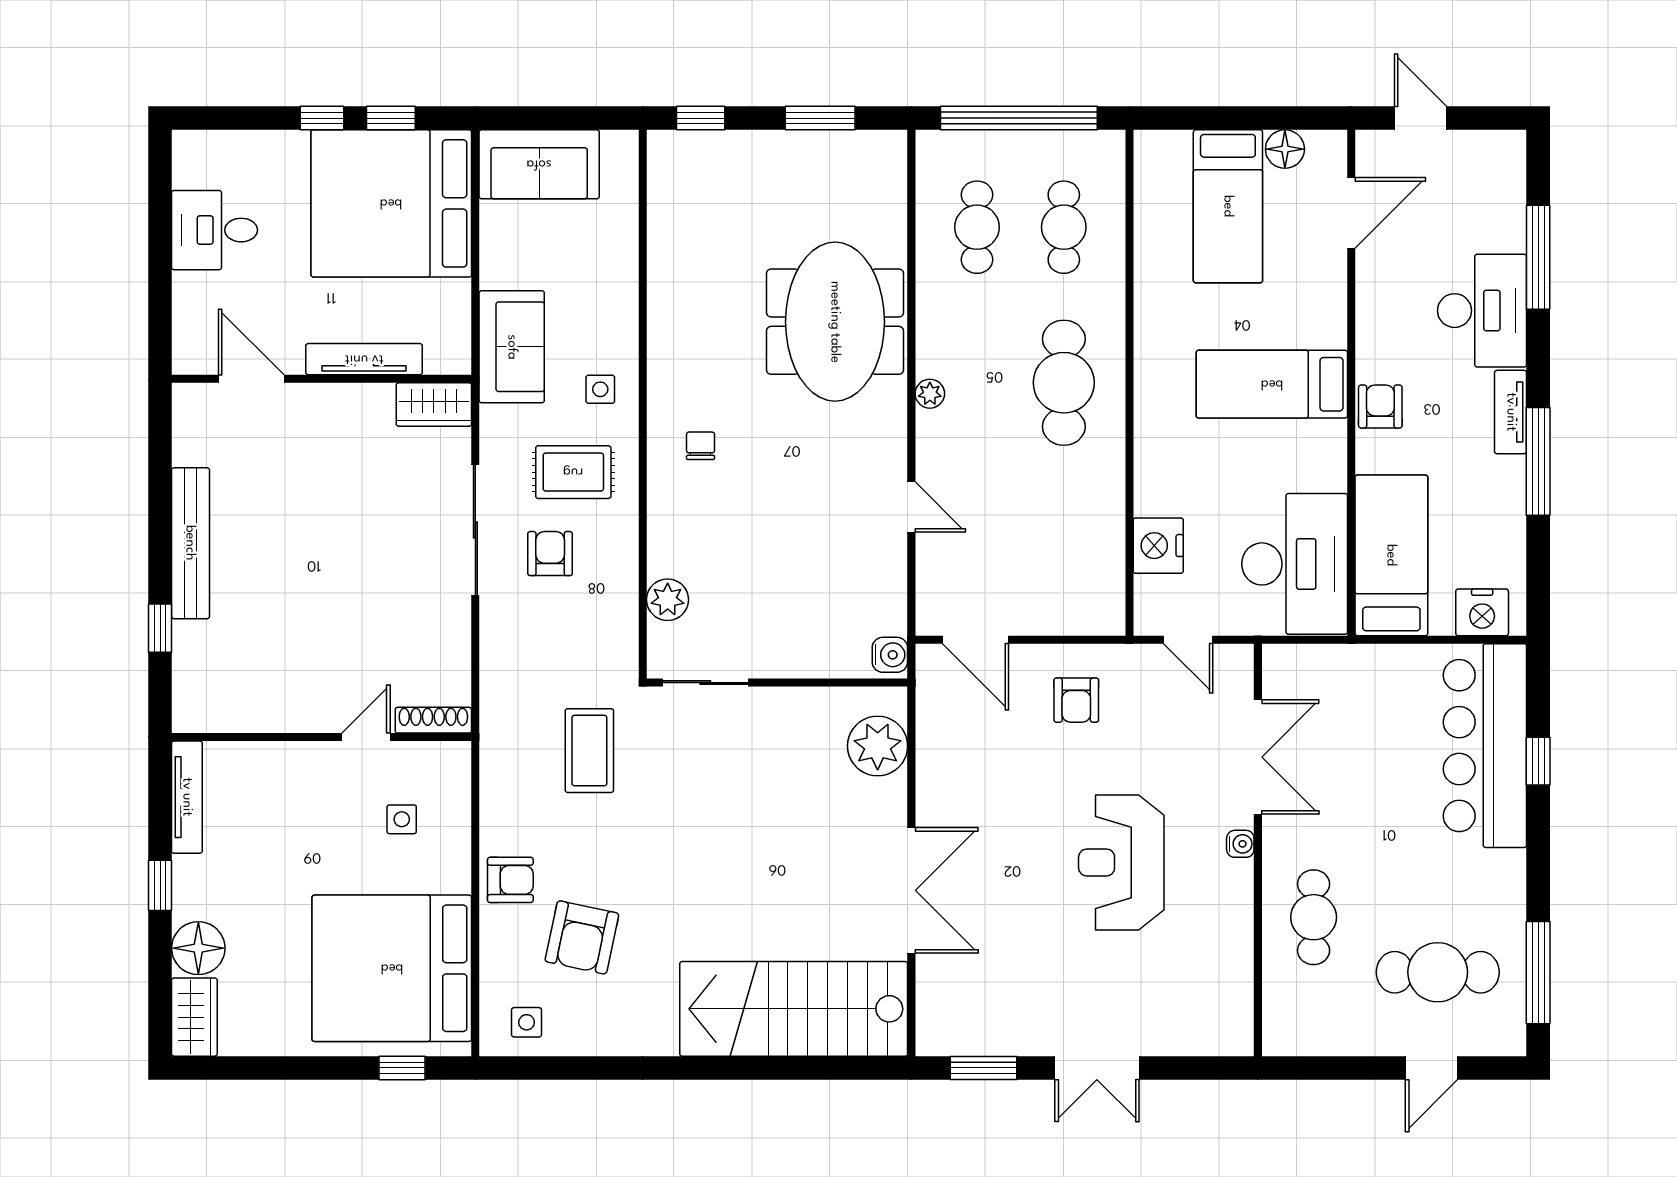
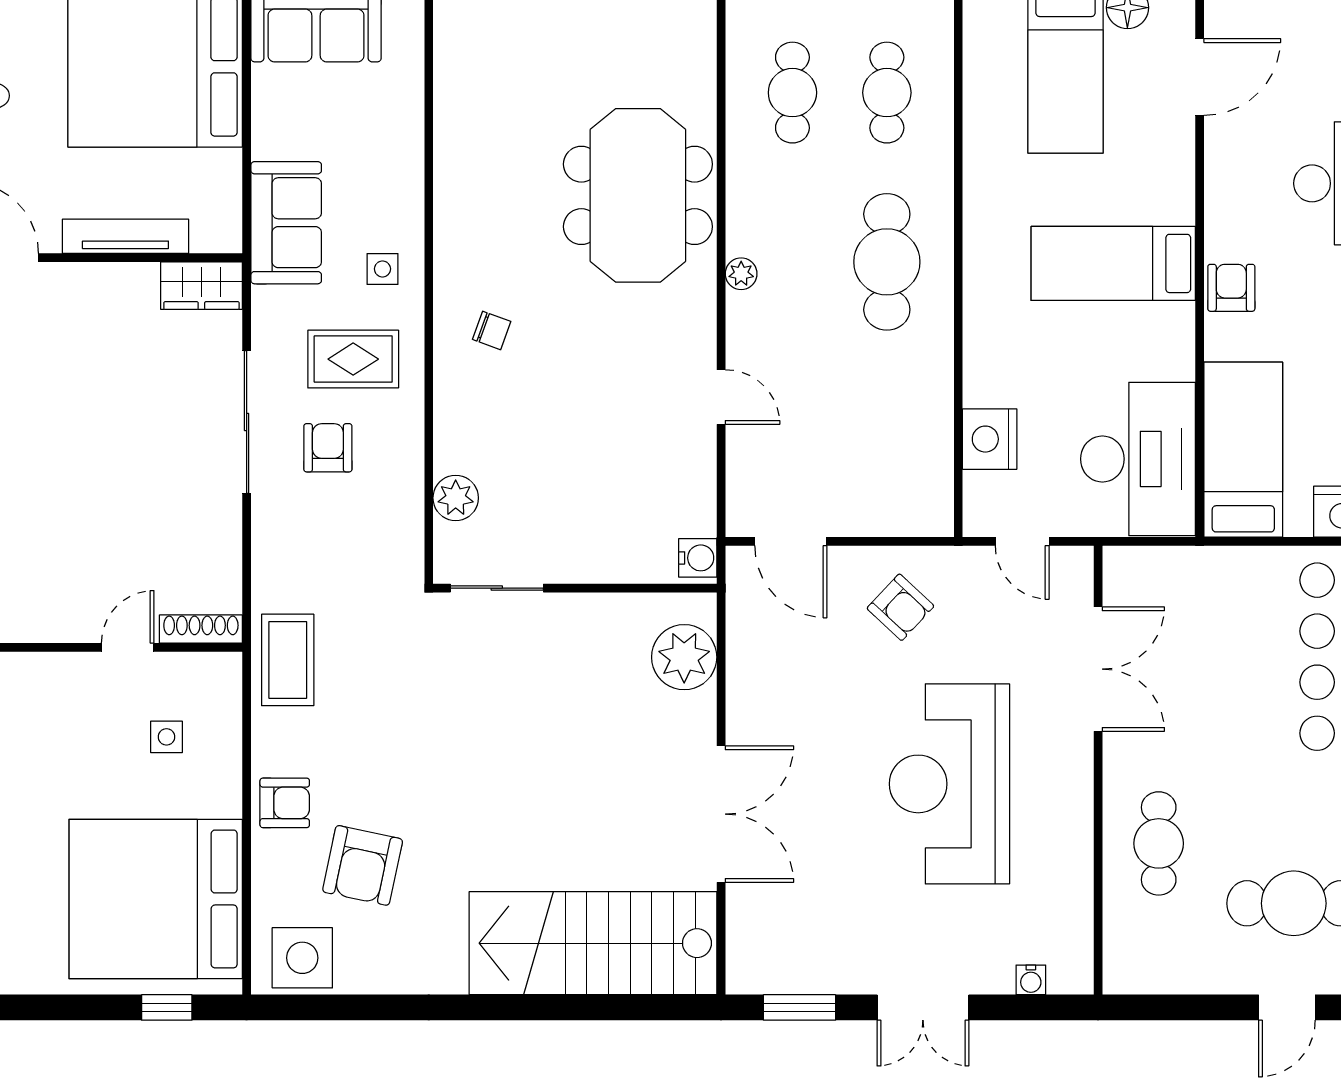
chair: (701, 446) -> (492, 330), turned 110
armchair: (1076, 700) -> (900, 607), turned -47
coffee table: (589, 751) -> (288, 660), moved
water cooler: (1240, 844) -> (1031, 980), moved, turned 90
reception desk: (1121, 863) -> (949, 784), width x1.36, depth x1.30
side table: (527, 1022) -> (302, 958), width x1.87, depth x1.87

